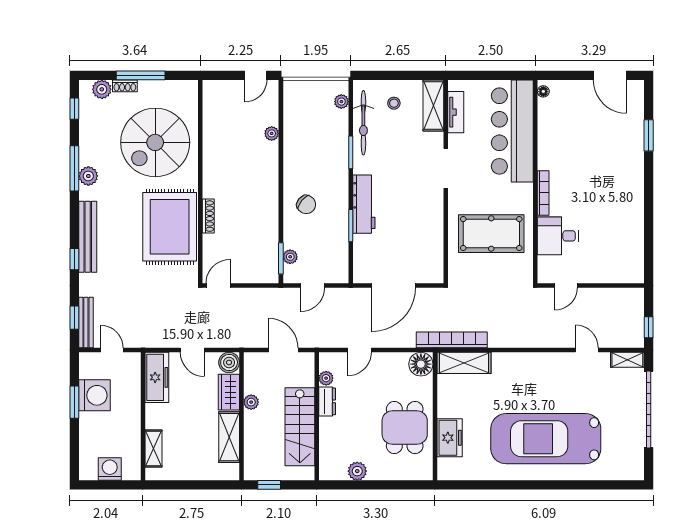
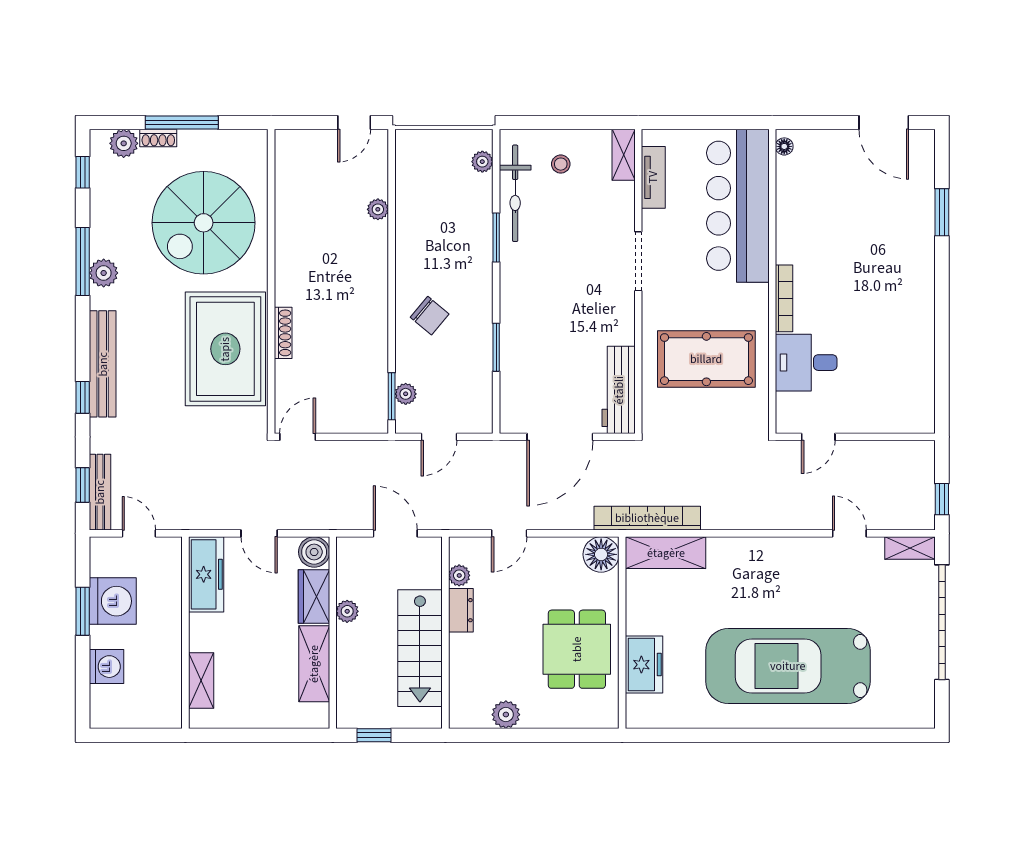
shelving: (433, 106) -> (624, 155), width x0.67, depth x0.75
workbench: (364, 204) -> (619, 390), moved, turned 180
washing machine: (110, 469) -> (106, 667), moved, turned 90

